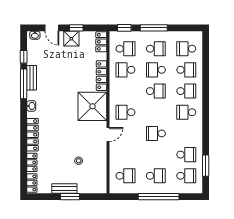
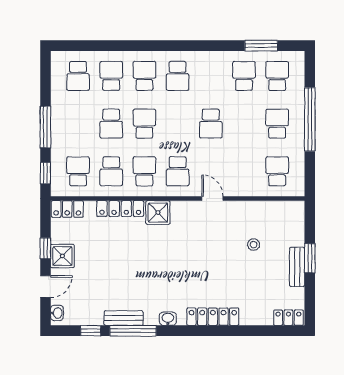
school desk: (156, 49) -> (144, 171), moved
shower: (92, 106) -> (158, 213), width x0.54, depth x0.54
locker: (32, 162) -> (256, 318), removed

